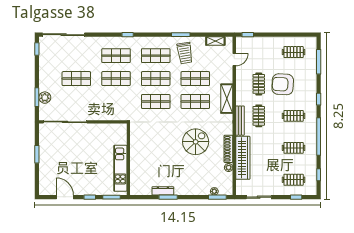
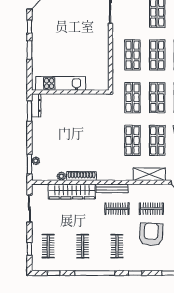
shelving: (227, 99) -> (149, 174), moved
shop shelf: (116, 102) -> (132, 55), added
spiral stairs: (196, 142) -> (89, 141), removed
wall: (128, 159) -> (70, 92), moved
kitchen unit: (120, 168) -> (61, 83), moved

